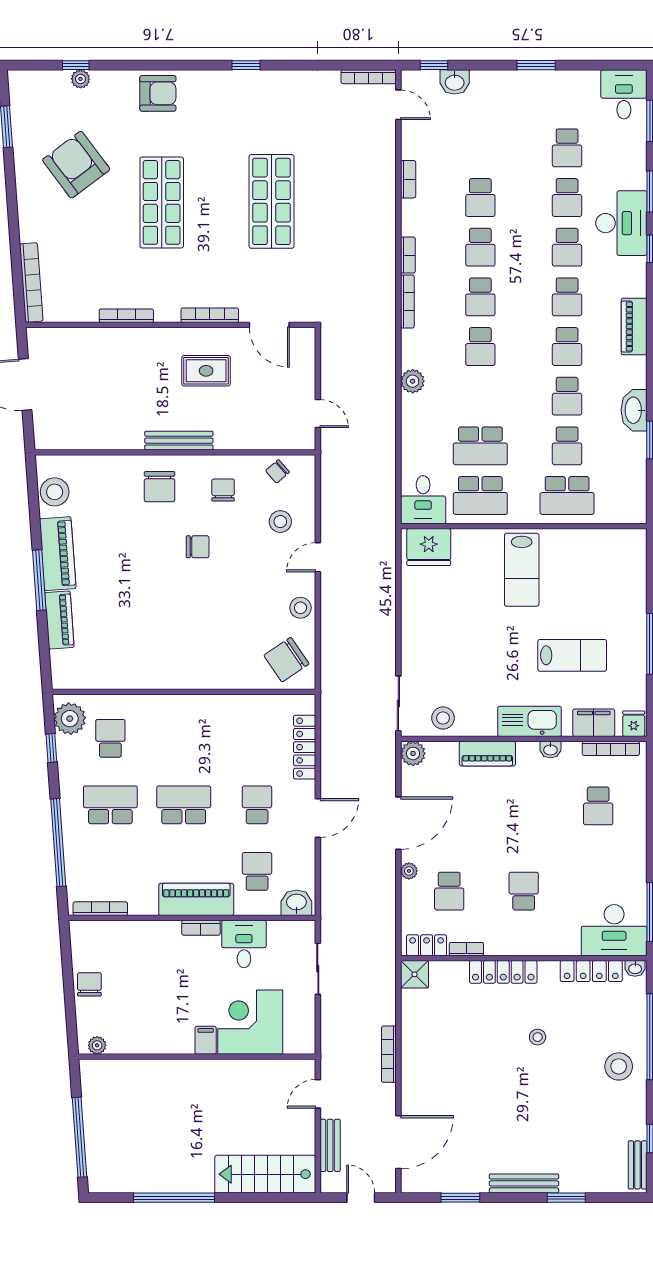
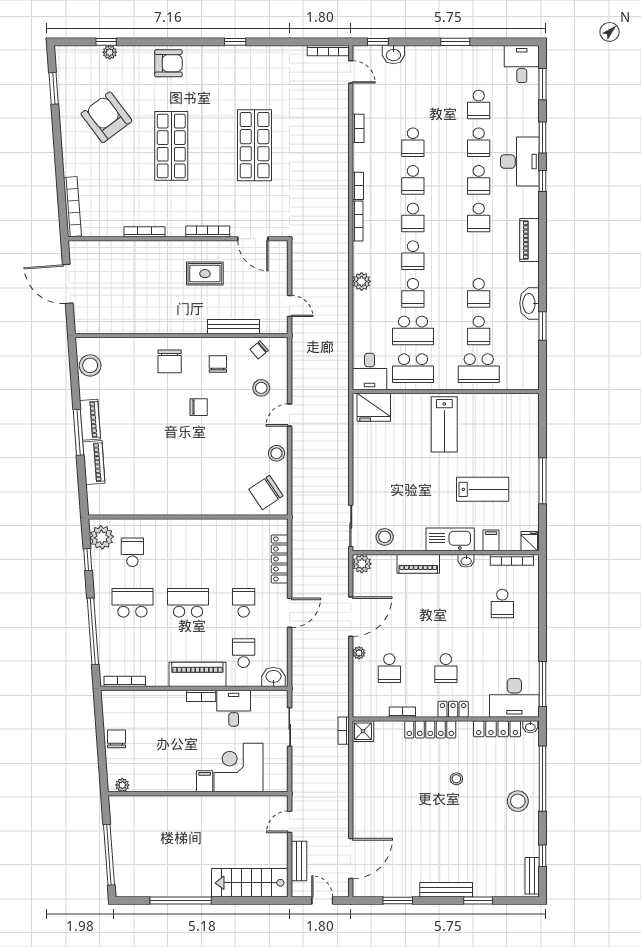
school desk: (567, 347) -> (413, 293), moved
bench: (179, 441) -> (234, 327), moved
piano: (58, 554) -> (90, 420), width x0.73, depth x0.75
filing cabinet: (594, 723) -> (491, 540), width x0.50
school desk: (524, 891) -> (446, 668), turned 180
locker: (427, 945) -> (453, 709), moved
bookcase: (389, 1054) -> (344, 731), moved, width x0.64

